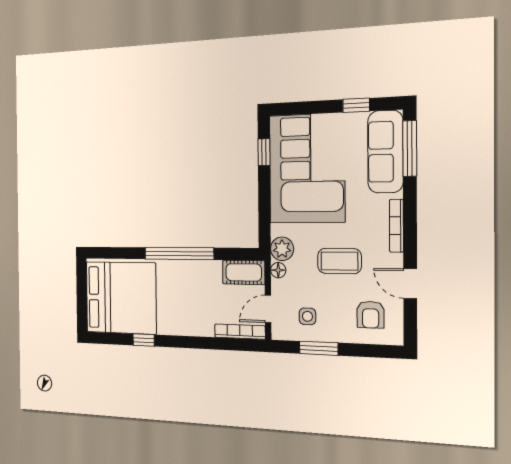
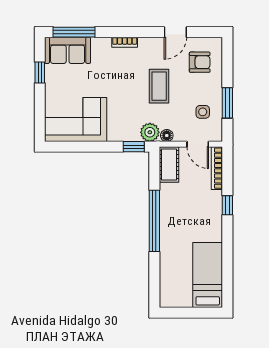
window: (264, 152) -> (134, 147), moved
sofa: (385, 152) -> (68, 50), width x0.73
corner sofa: (307, 168) -> (76, 120), width x0.73, depth x0.74
bookcase: (396, 226) -> (125, 42), width x0.64
bed: (121, 298) -> (208, 275), width x0.49
window: (144, 340) -> (227, 205), moved

